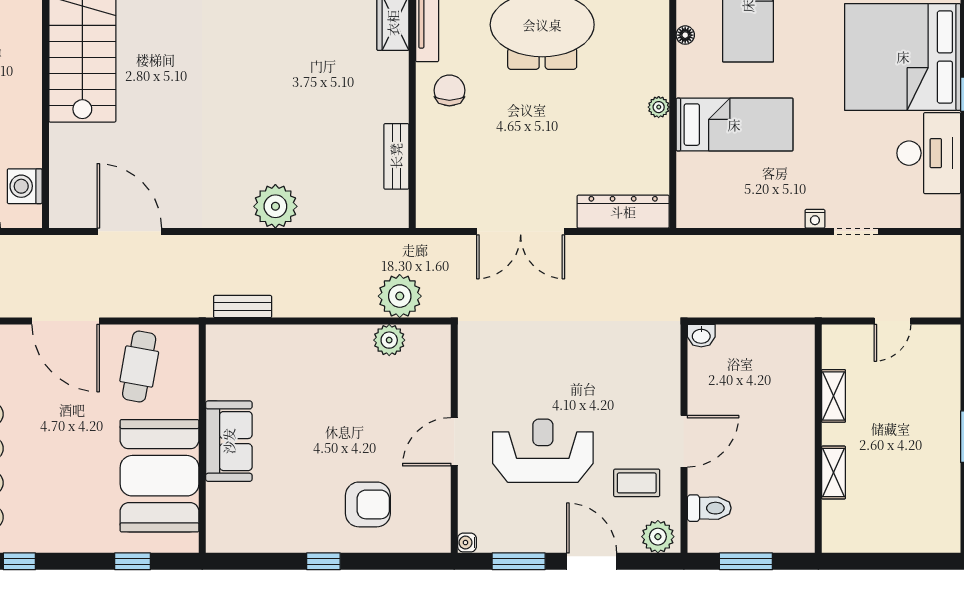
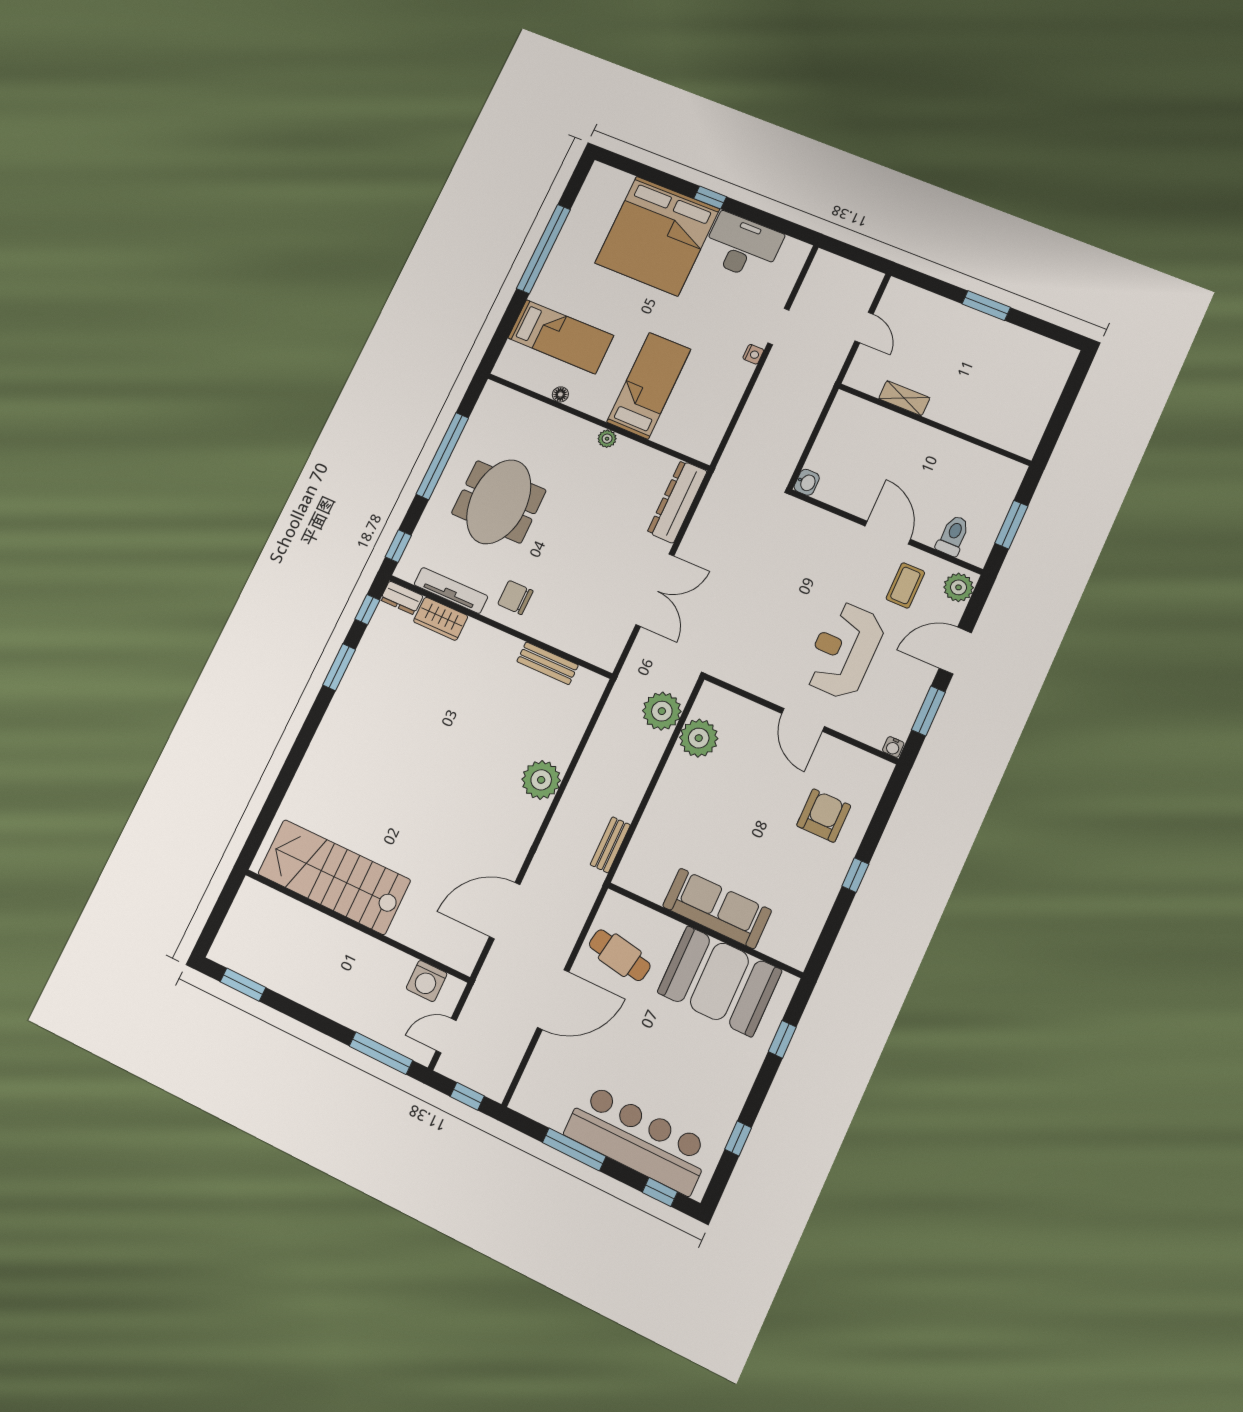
plant: (389, 340) -> (699, 738), width x1.36, depth x1.36
sofa: (229, 441) -> (717, 908), width x1.36
shelving: (834, 473) -> (968, 424), removed

